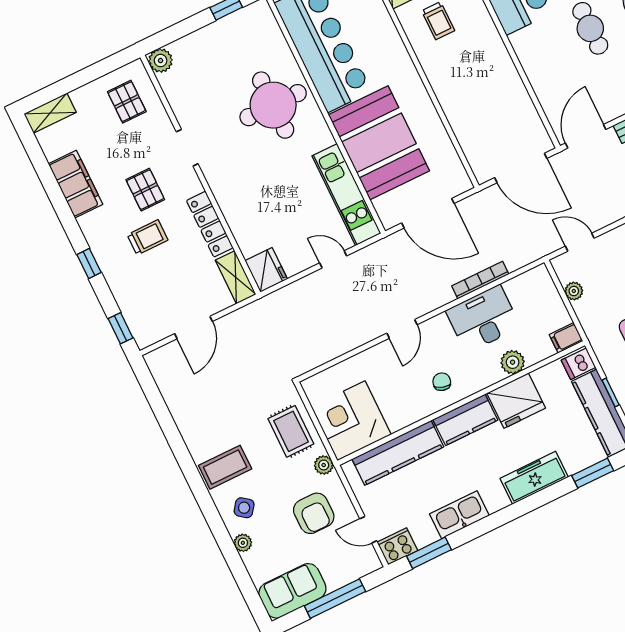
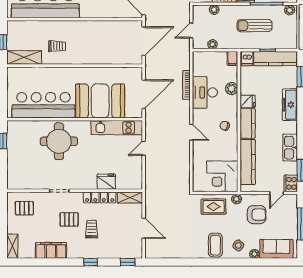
plant: (161, 61) -> (13, 183), removed
fridge: (266, 270) -> (106, 182), moved
fridge: (516, 401) -> (248, 101), width x0.53, depth x0.75
sofa: (292, 591) -> (276, 249), moved, turned 90

